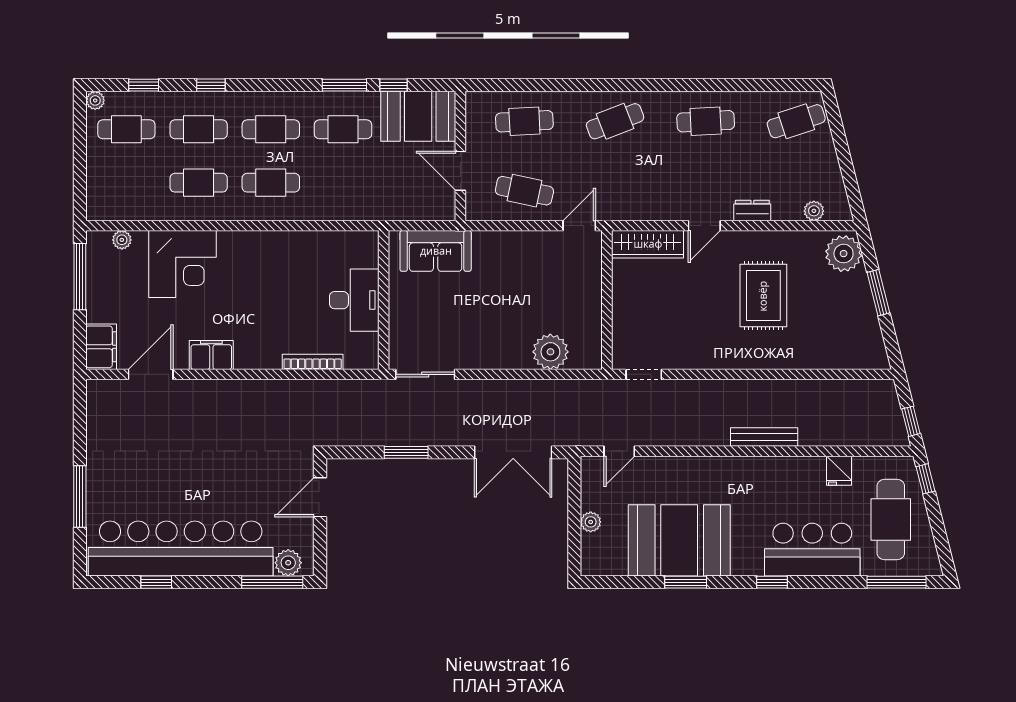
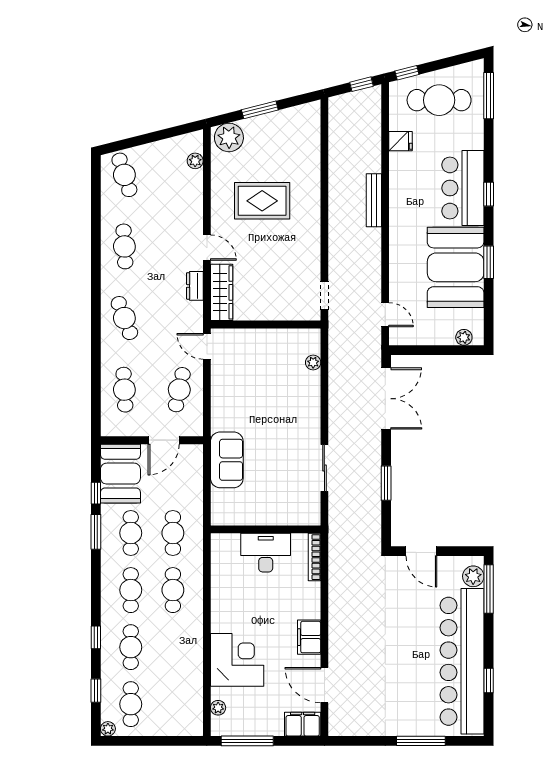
cafe table: (199, 183) -> (173, 533), moved
dresser: (752, 210) -> (195, 286), moved
desk: (354, 300) -> (266, 553), moved
wall: (384, 300) -> (266, 529), moved
plant: (550, 352) -> (313, 362), width x0.53, depth x0.53
plant: (591, 522) -> (464, 337), moved
bar counter: (812, 550) -> (463, 188), moved

